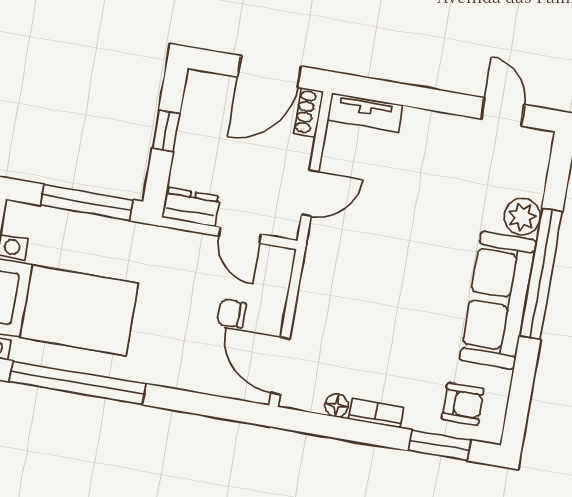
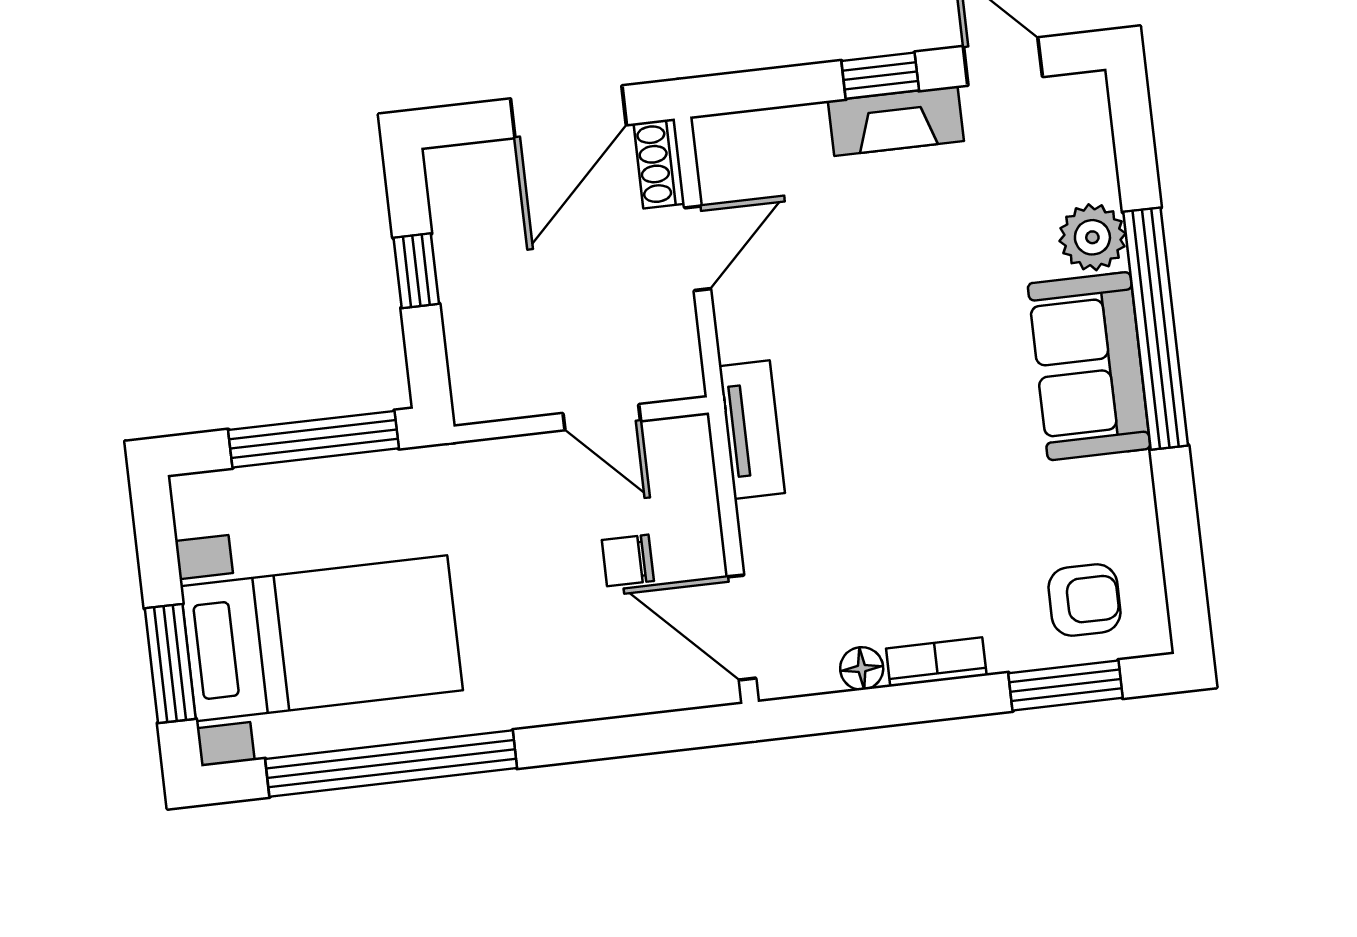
window: (437, 100) -> (880, 76), added
tv unit: (365, 112) -> (752, 430), moved, turned -90
fireplace: (438, 126) -> (896, 121), added
door: (310, 193) -> (698, 248), moved
dresser: (191, 207) -> (500, 393), removed
sofa: (498, 300) -> (1089, 366), width x0.73

